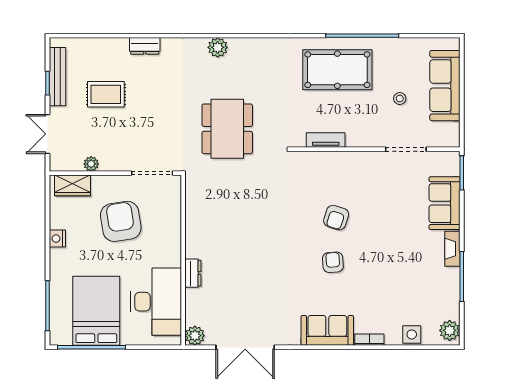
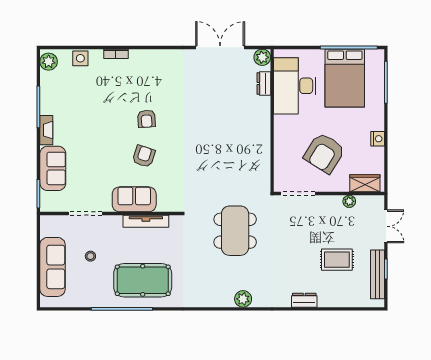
tv unit: (326, 140) -> (146, 221), width x1.41
armchair: (121, 221) -> (324, 153), turned 41
dresser: (193, 273) -> (264, 83), moved
sofa: (327, 330) -> (134, 199), moved, turned 180

